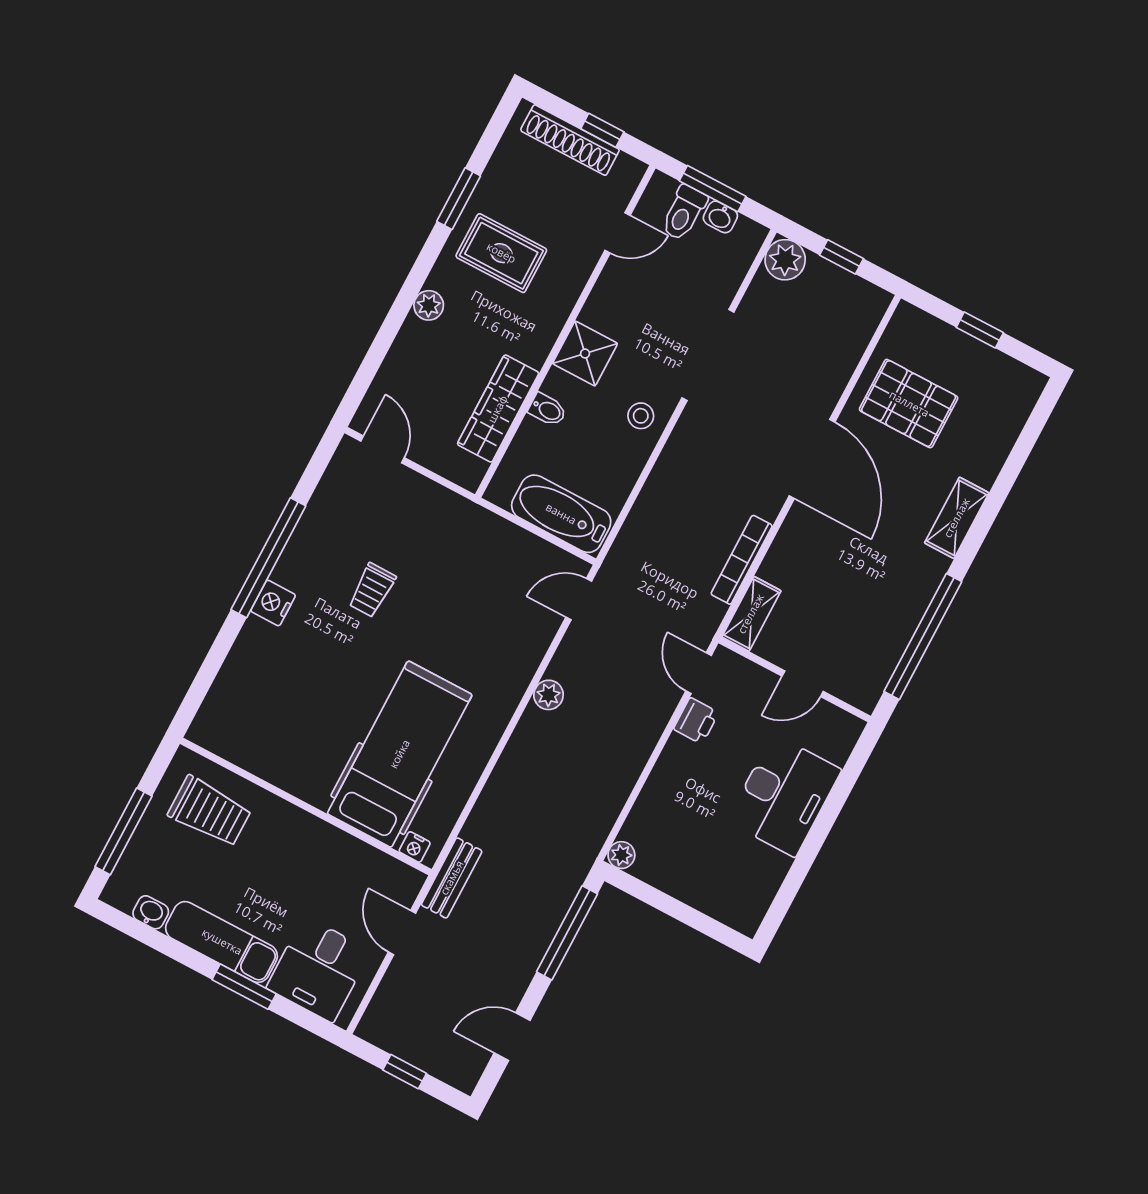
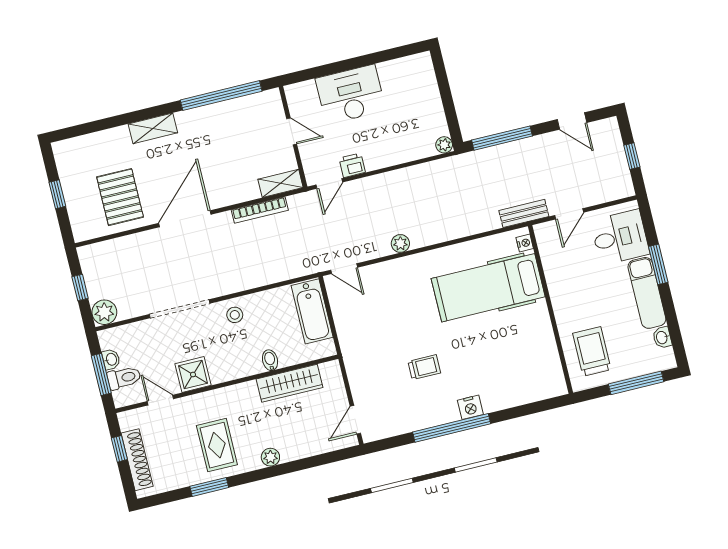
shower: (585, 354) -> (193, 375), moved

